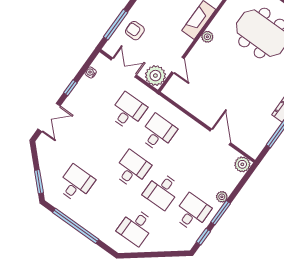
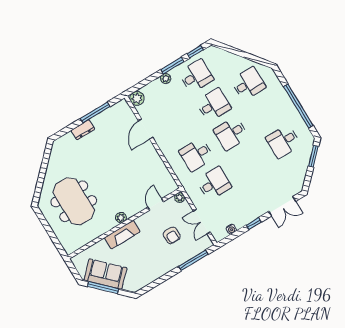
armchair: (135, 31) -> (172, 235), moved
plant: (155, 76) -> (180, 198), width x0.53, depth x0.53
desk: (128, 111) -> (214, 183), turned 180
double door: (49, 117) -> (282, 206), swing flipped
desk: (192, 212) -> (196, 76), turned 180

